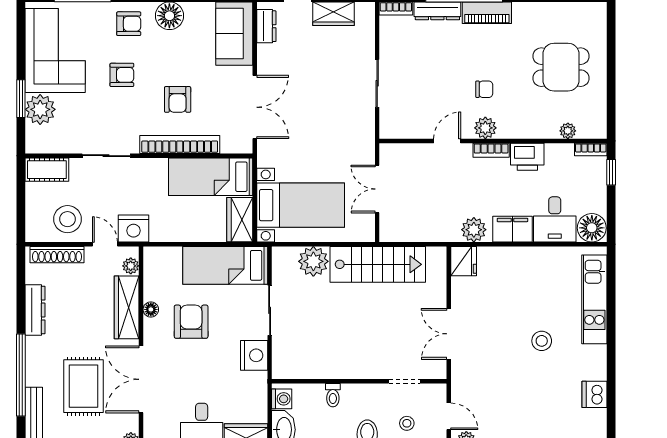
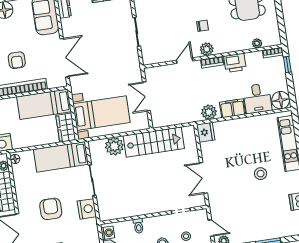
floor lamp: (151, 309) -> (15, 159), moved
armchair: (191, 322) -> (51, 209), moved

